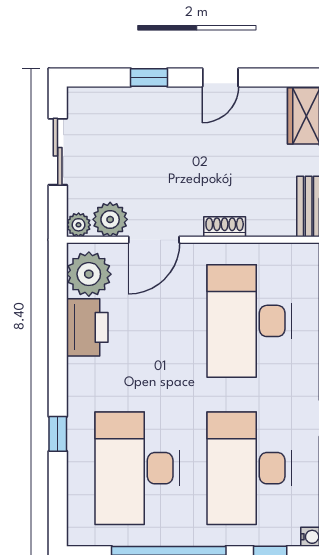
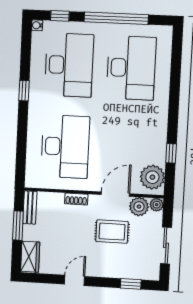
window: (149, 77) -> (131, 284), moved
rug: (156, 171) -> (112, 232), added
printer: (87, 327) -> (155, 148), removed
window: (58, 434) -> (171, 153), moved

